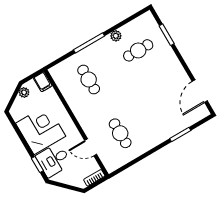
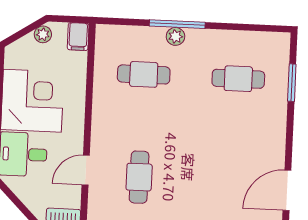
plant: (116, 36) -> (176, 36), moved
cafe table: (89, 80) -> (144, 74), turned 90
door: (91, 147) -> (86, 170), hinge flipped

